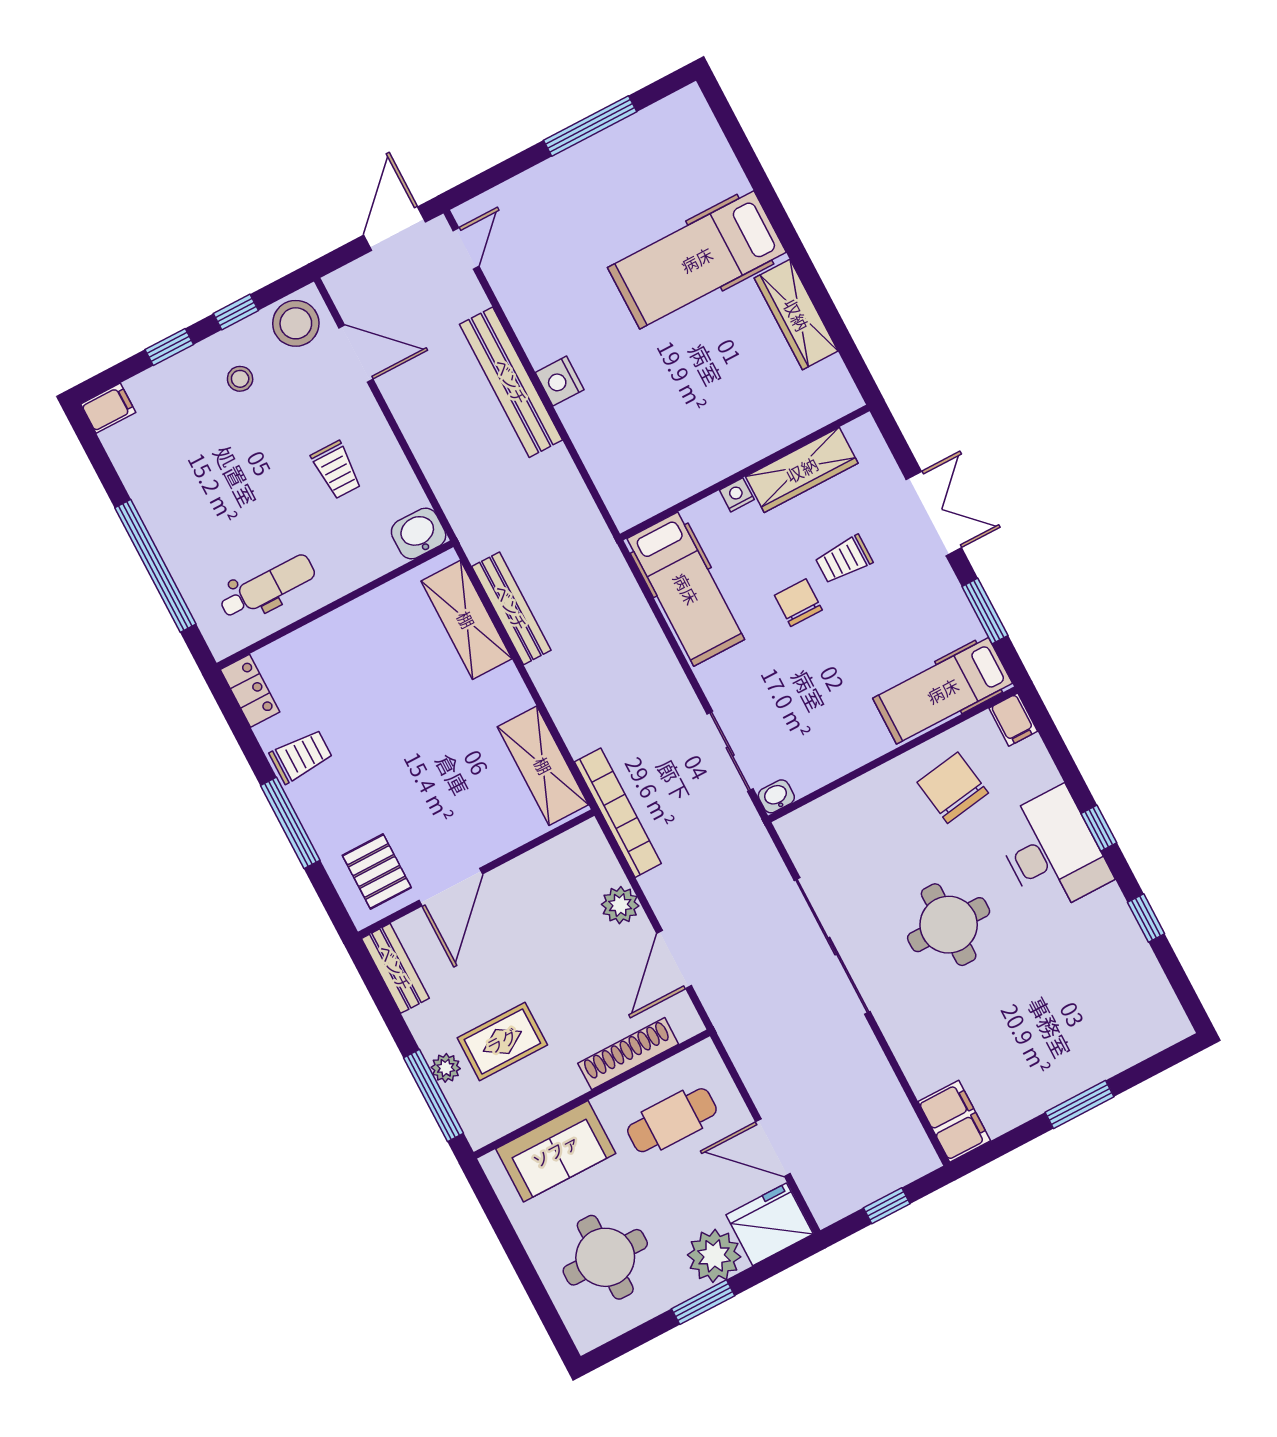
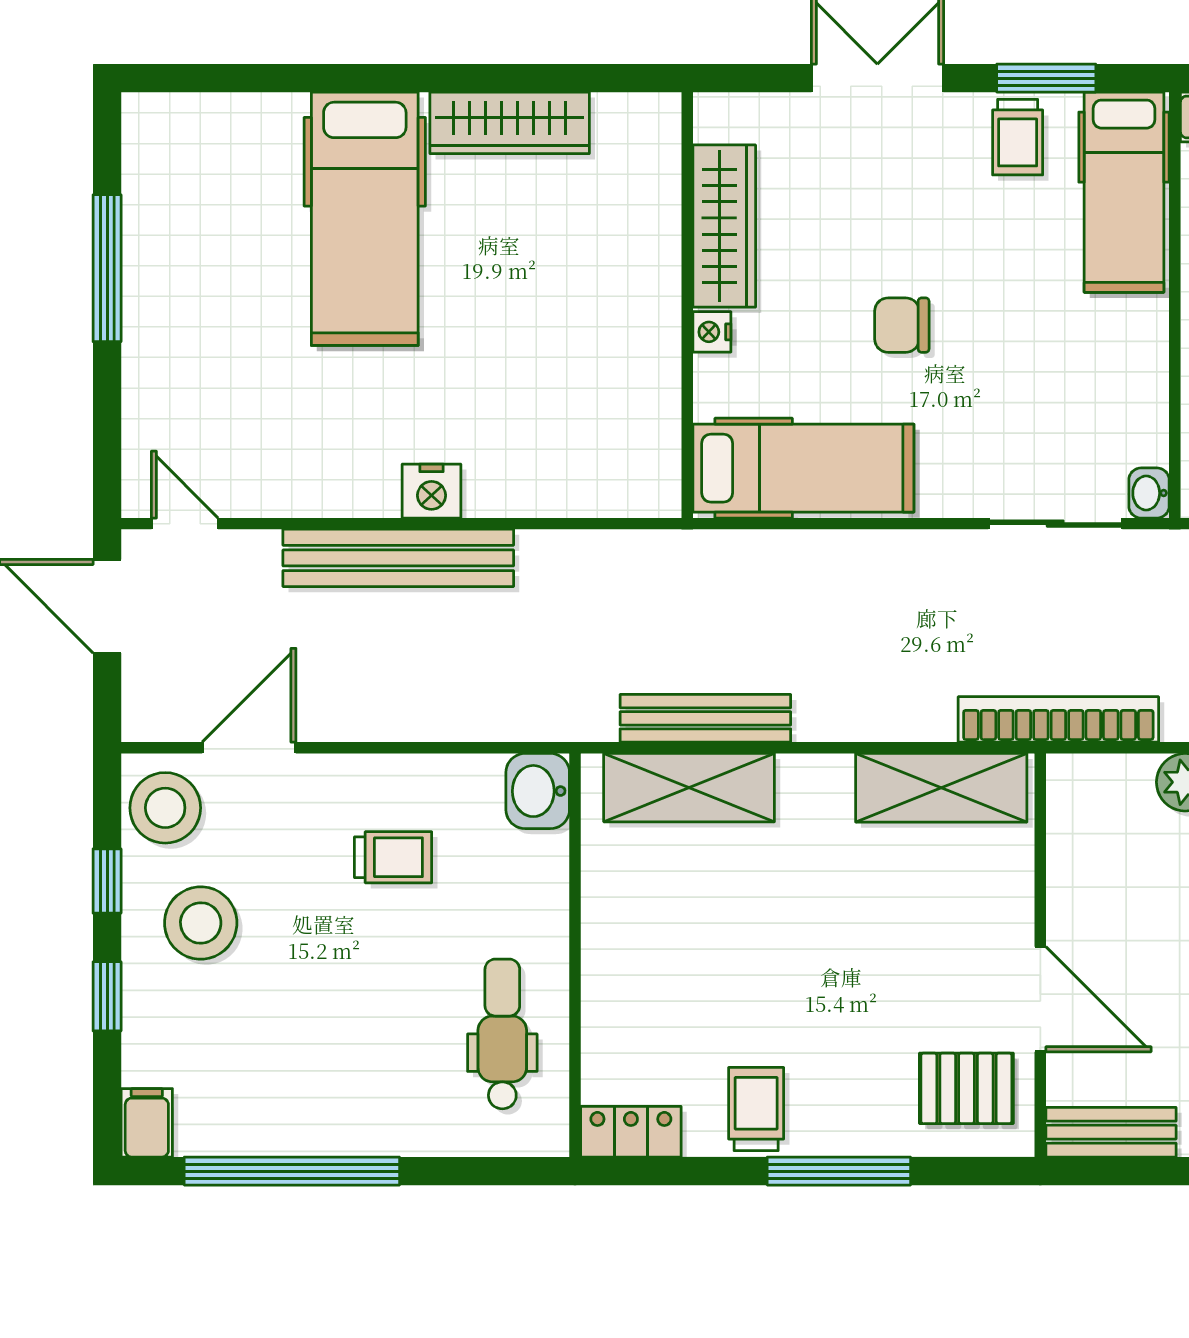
stool: (240, 379) -> (201, 923), width x1.89, depth x1.89
trolley: (844, 560) -> (1018, 137), moved
window: (155, 566) -> (292, 1171), moved

